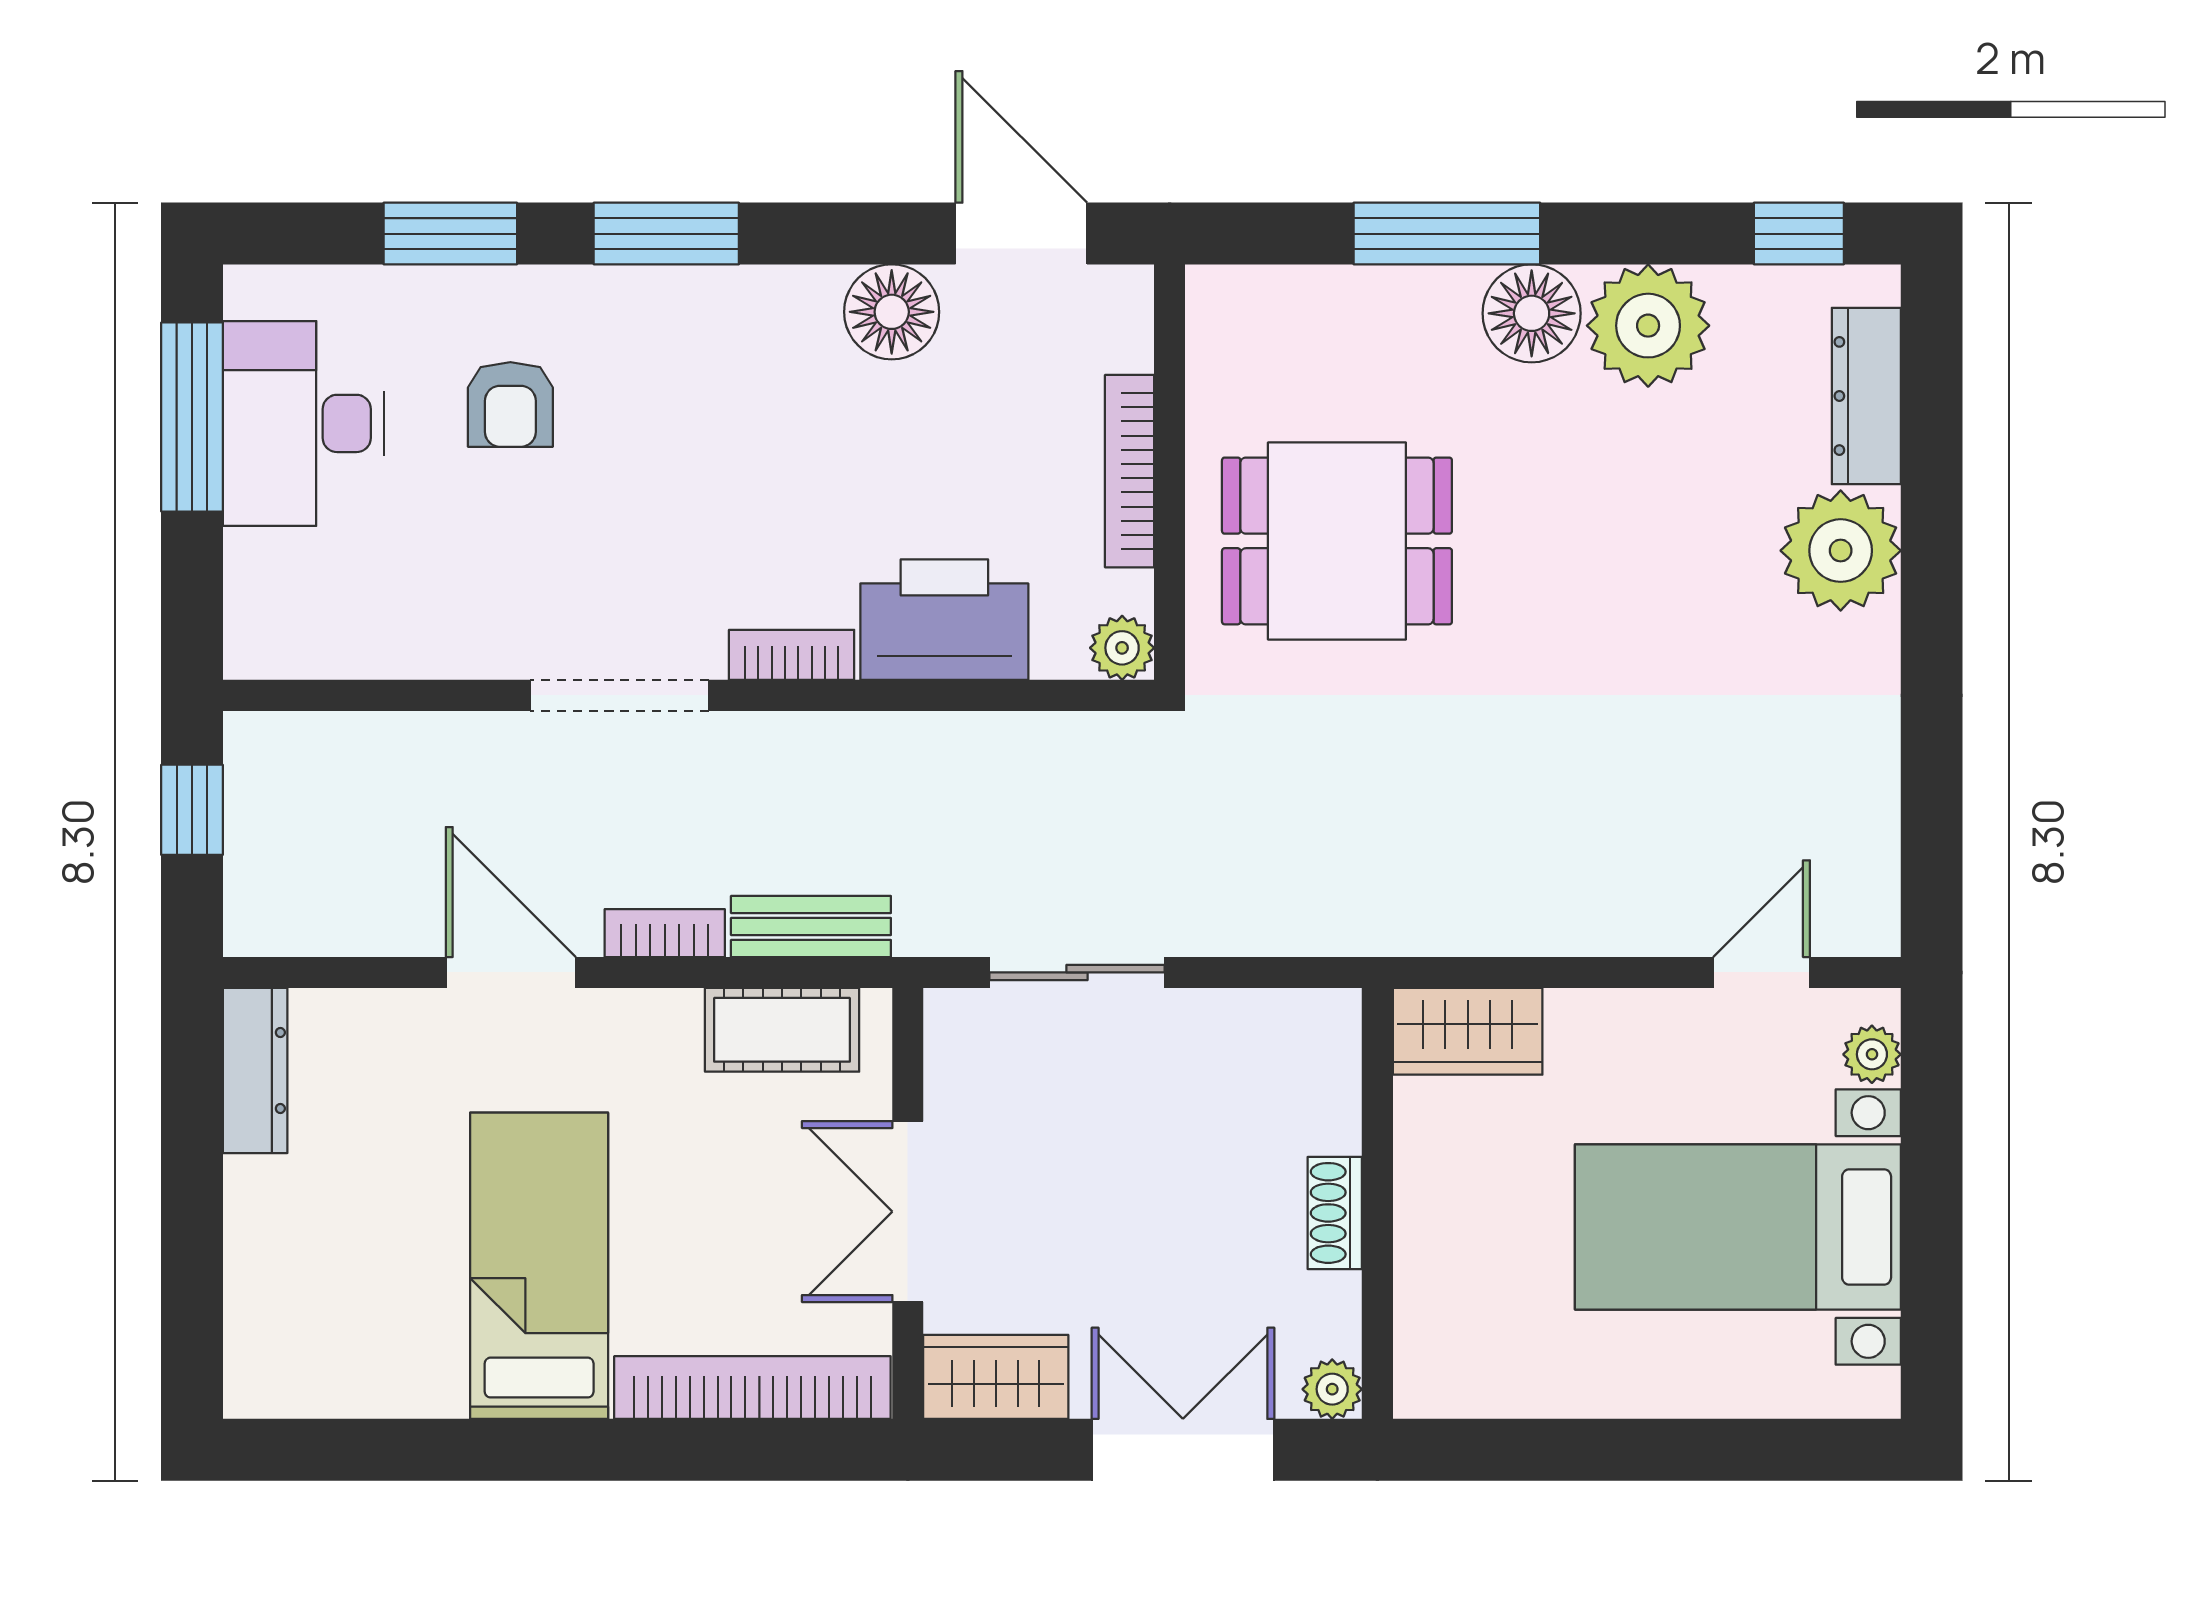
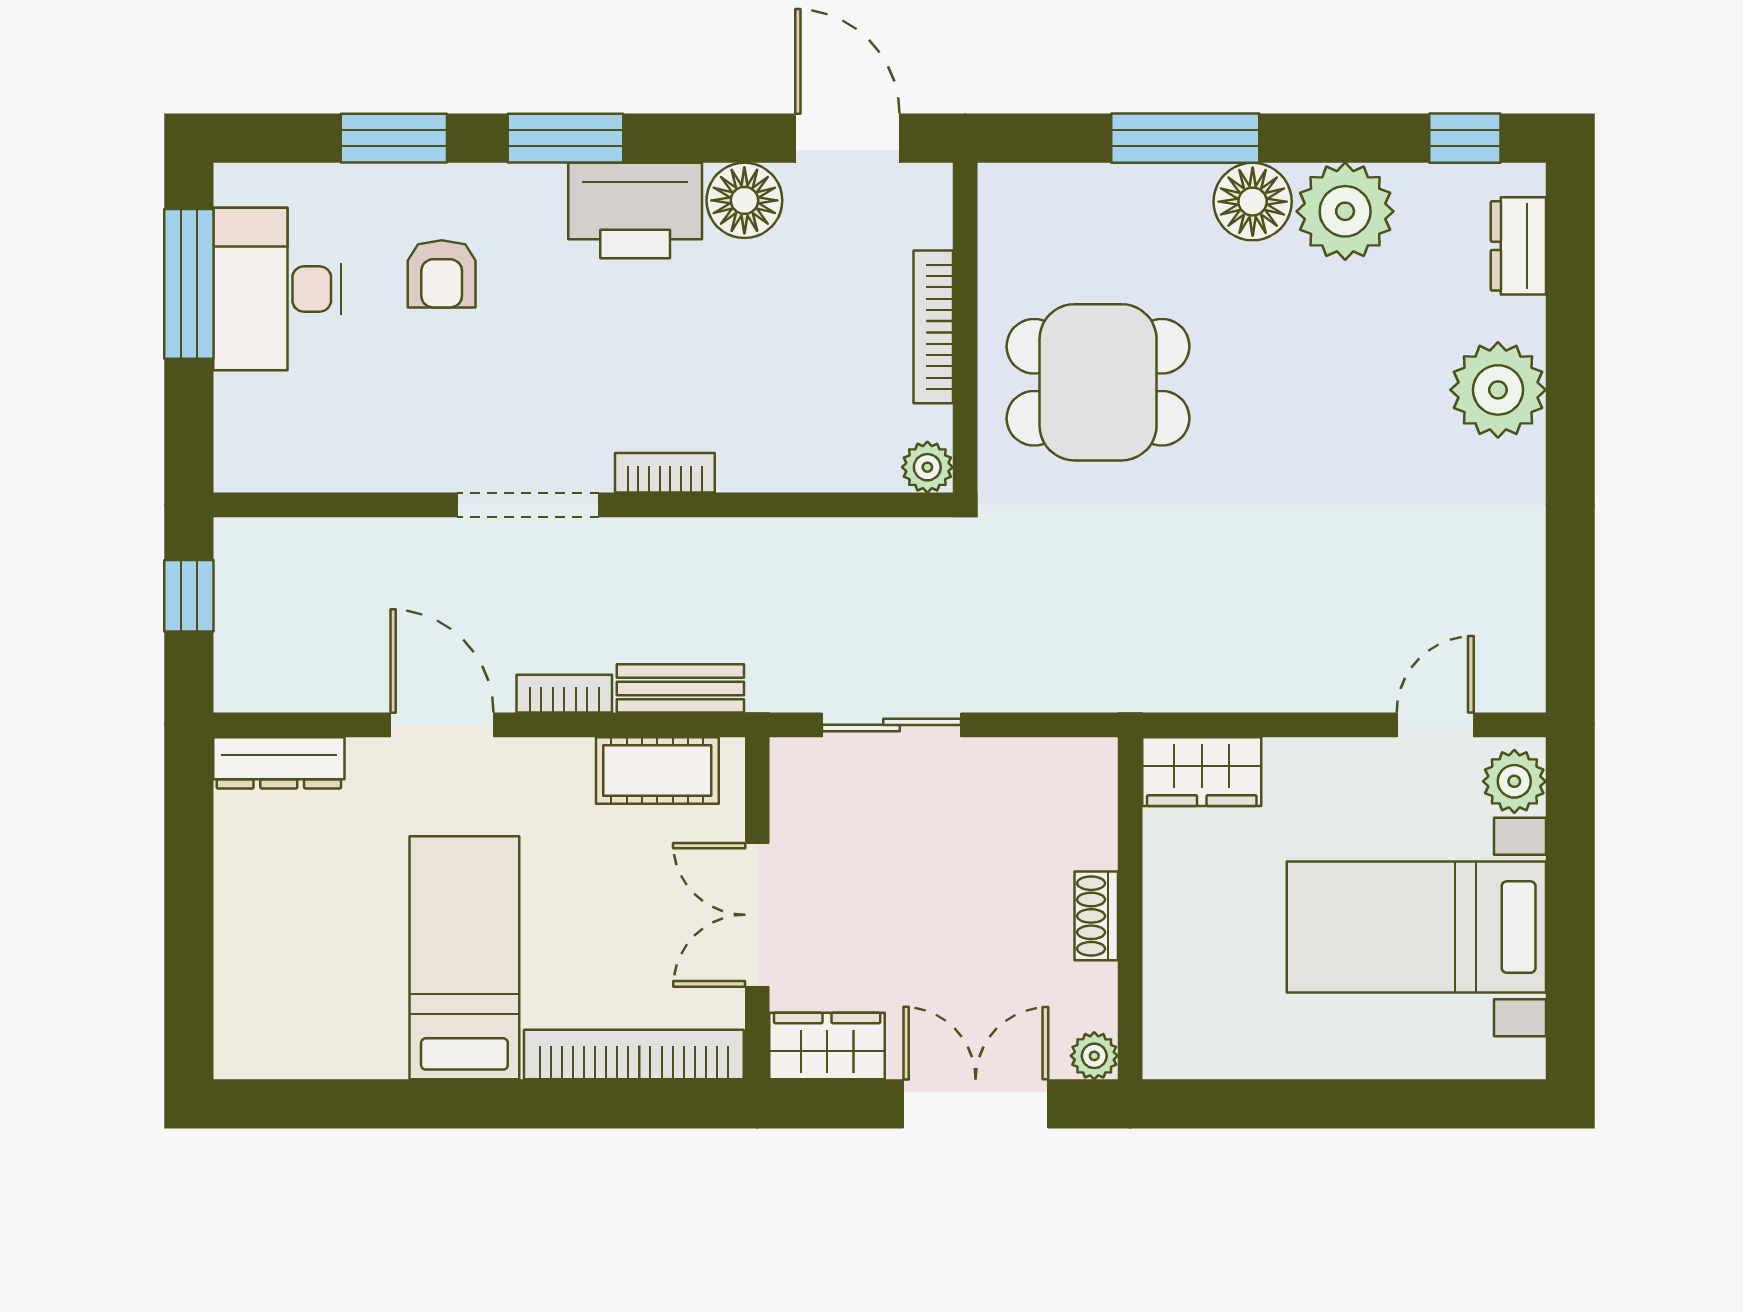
dresser: (1866, 396) -> (1518, 246), width x0.70
printer: (944, 620) -> (635, 211), moved, turned 180
plant: (1872, 1054) -> (1514, 781), width x1.38, depth x1.38
dresser: (255, 1070) -> (279, 763), moved, turned 90

